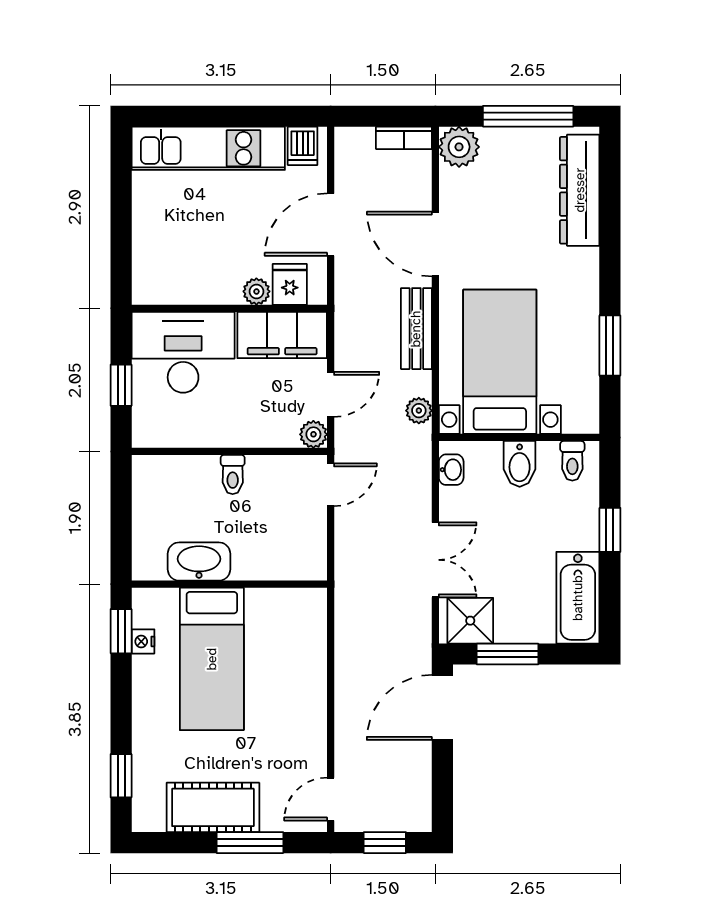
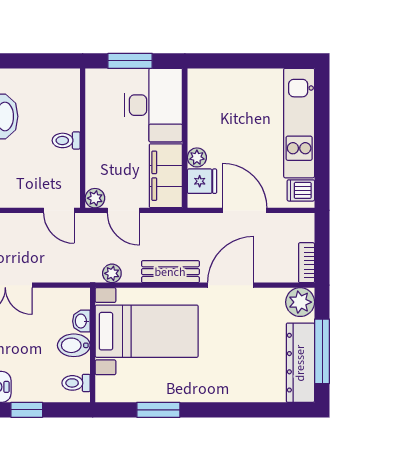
dresser: (580, 190) -> (300, 363), moved, turned -90
window: (121, 385) -> (130, 61), width x1.50
washbasin: (451, 470) -> (81, 321), moved, turned 90

